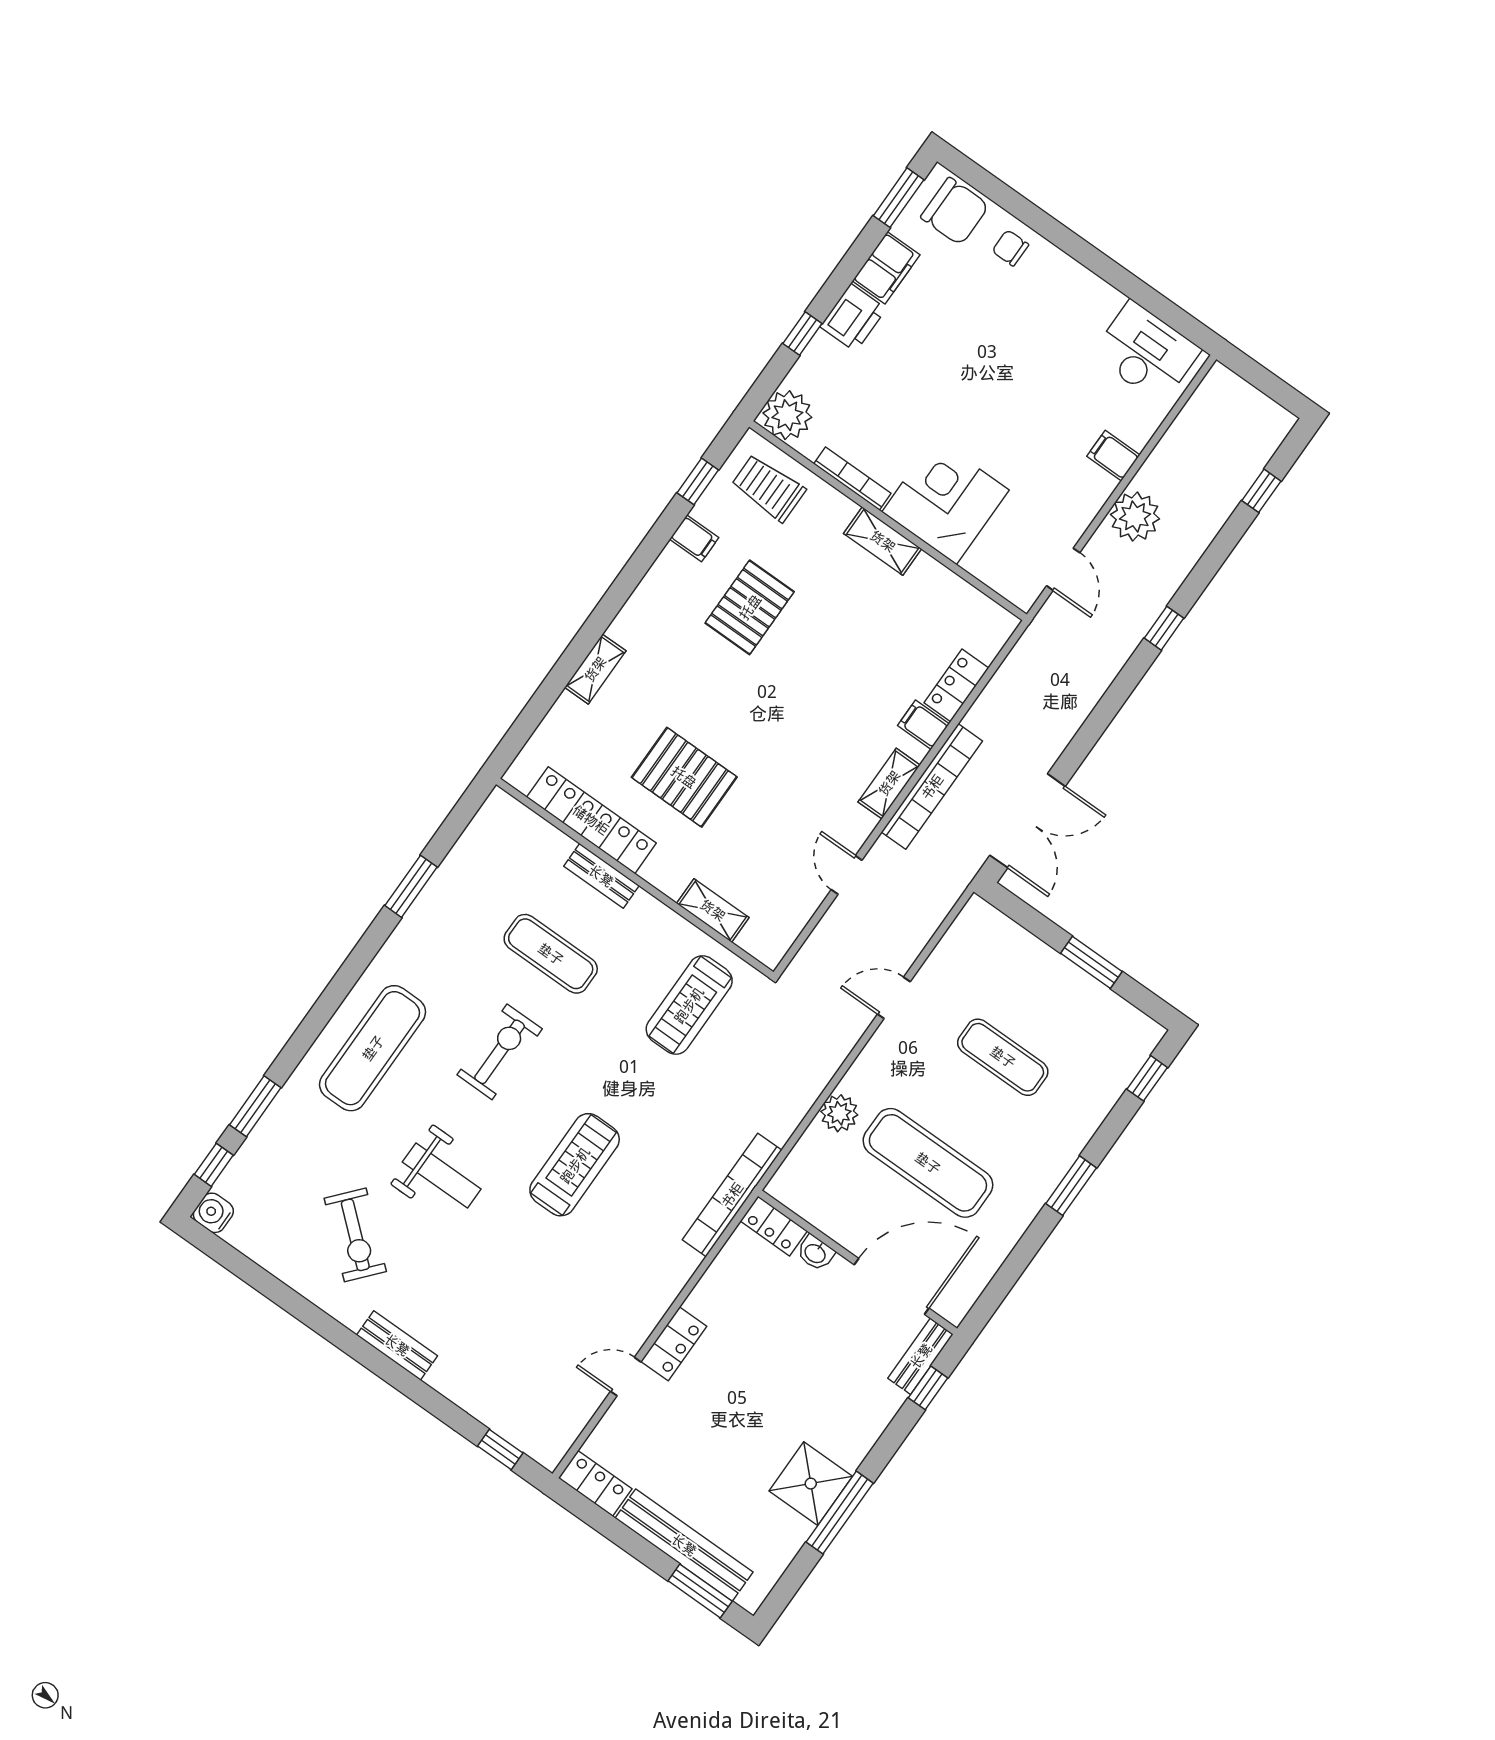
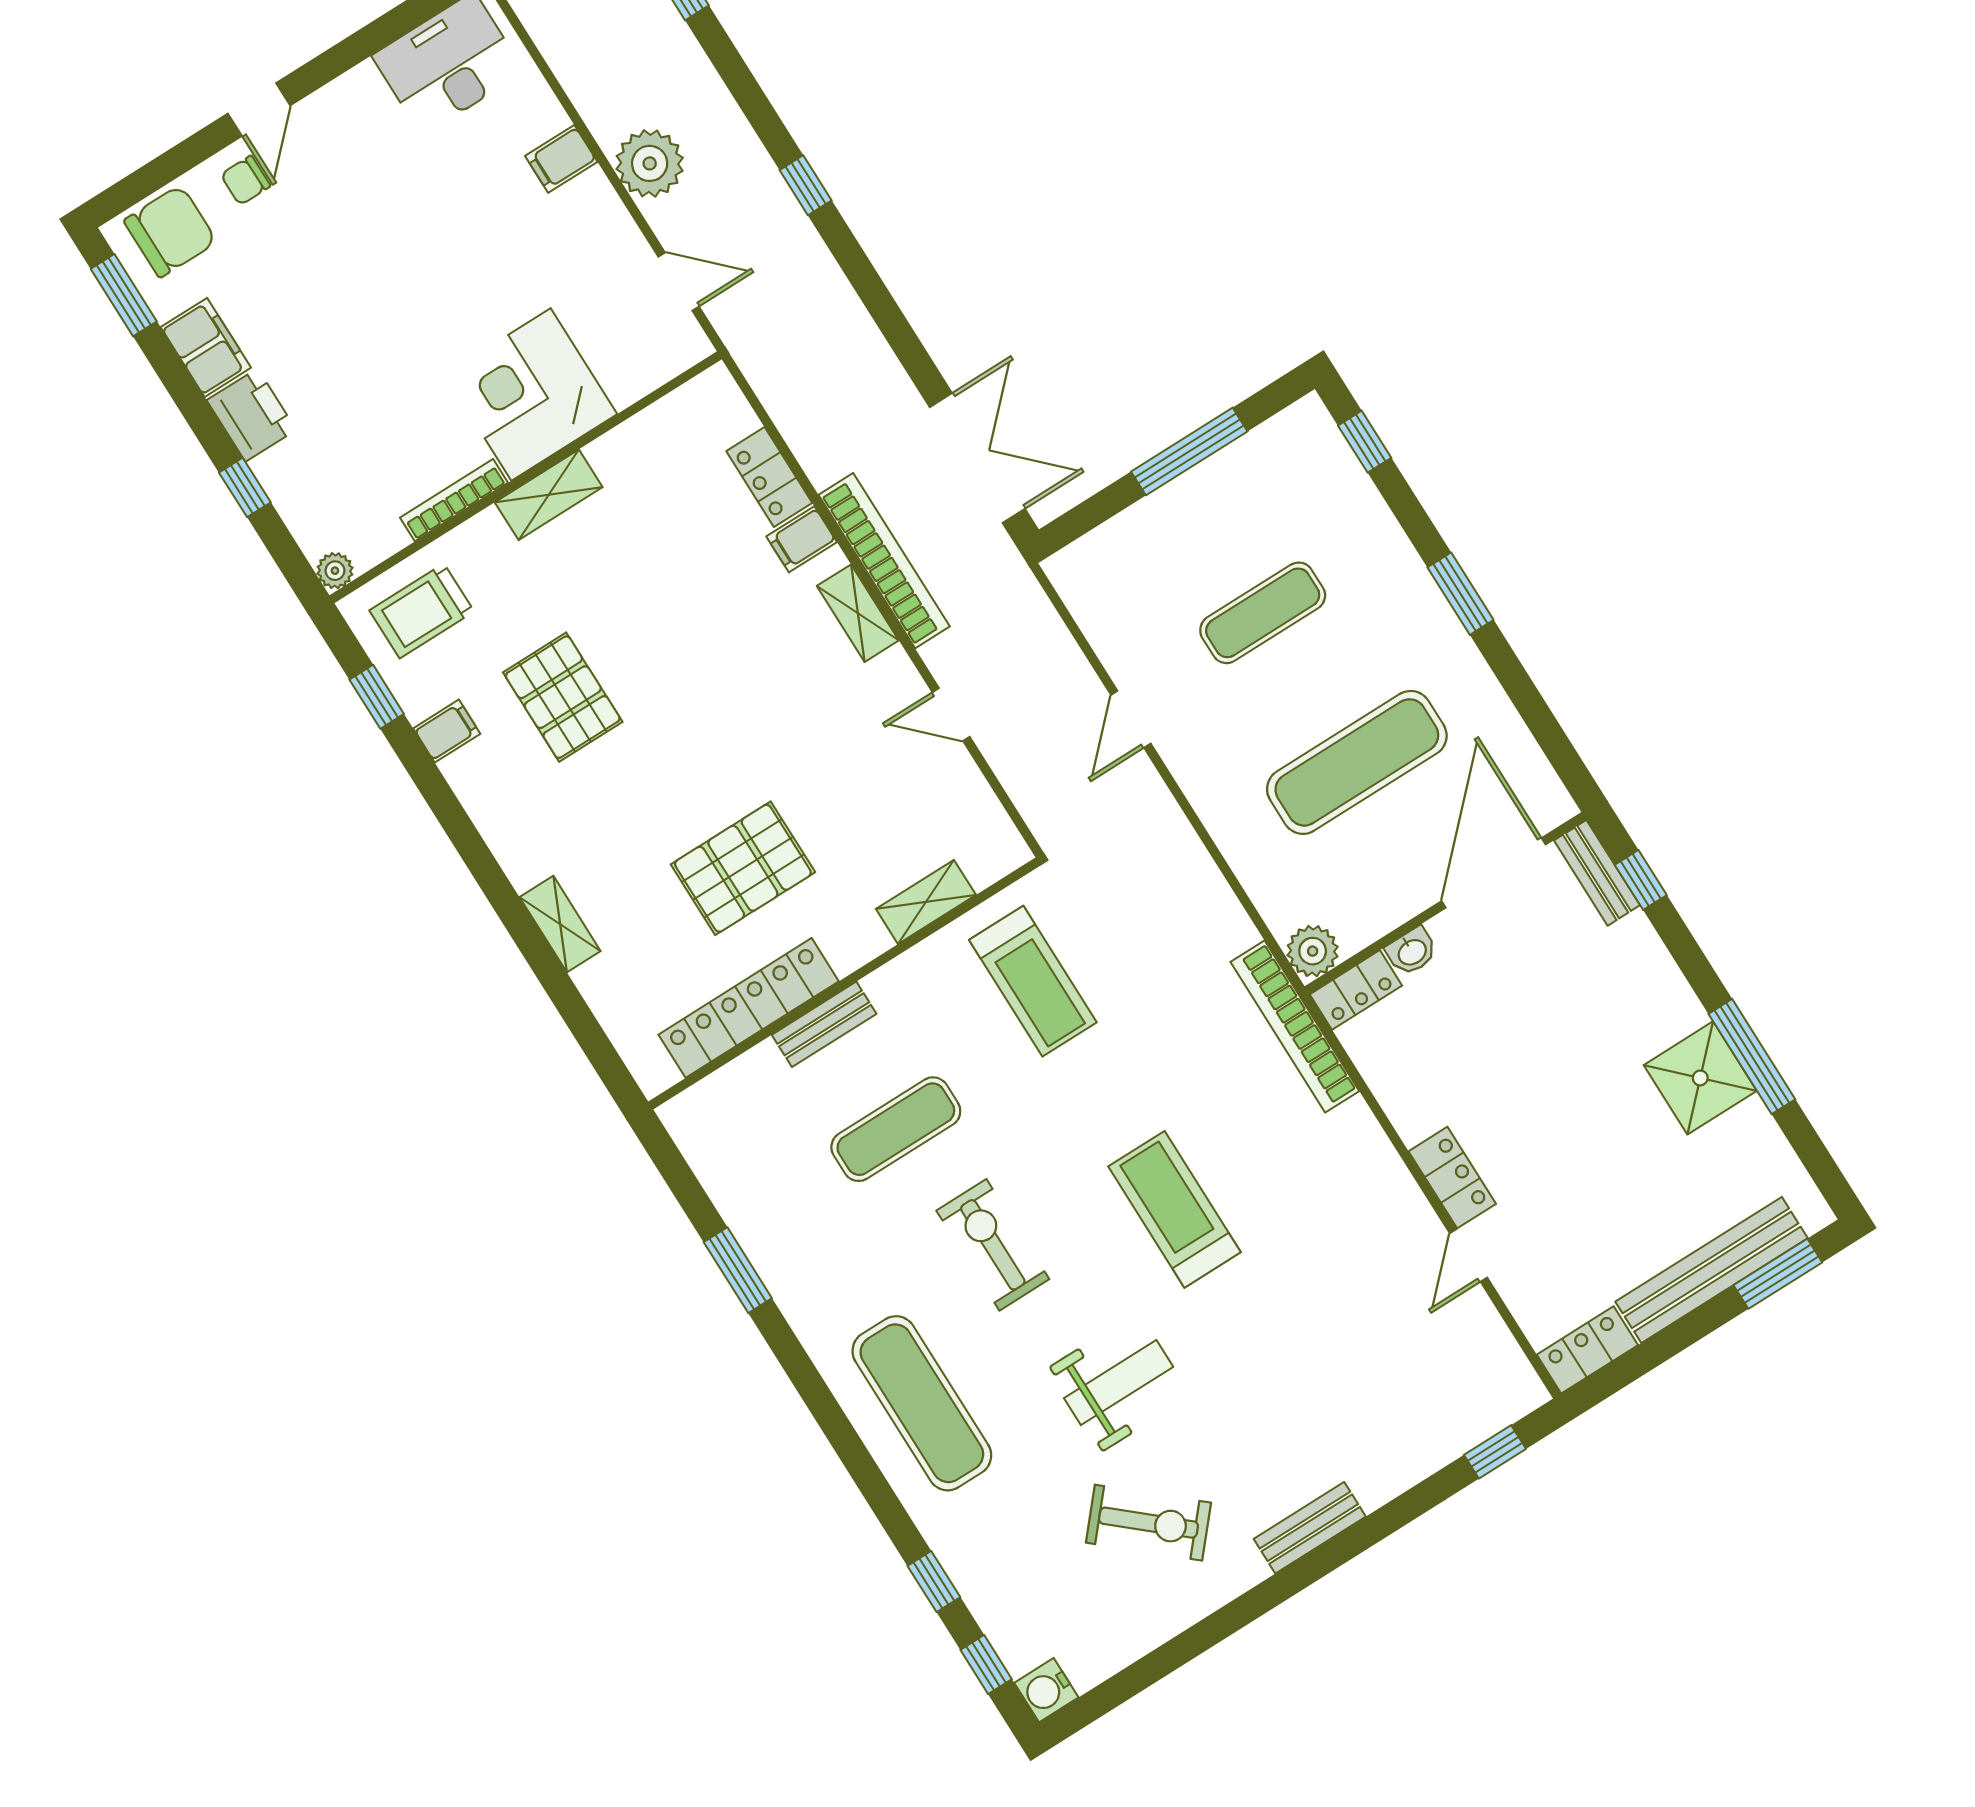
door: (1062, 237) -> (259, 109), added
plant: (787, 415) -> (335, 571), width x0.53, depth x0.53
window: (1091, 962) -> (1189, 451), width x1.44
window: (255, 1106) -> (934, 1582), width x0.67
plant: (839, 1113) -> (1313, 951), moved

